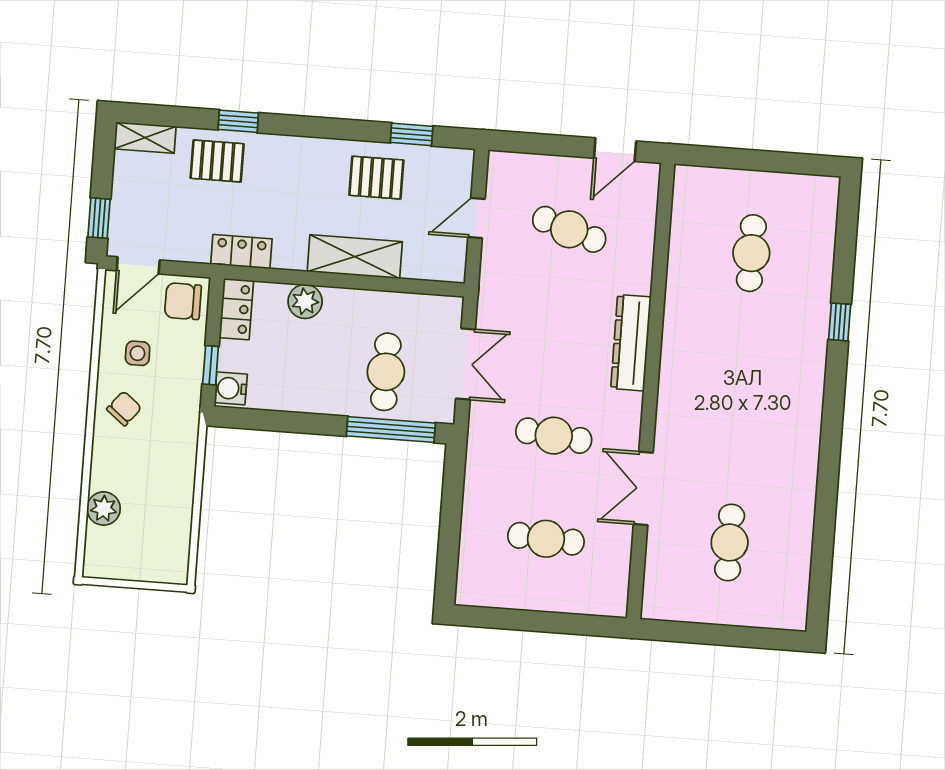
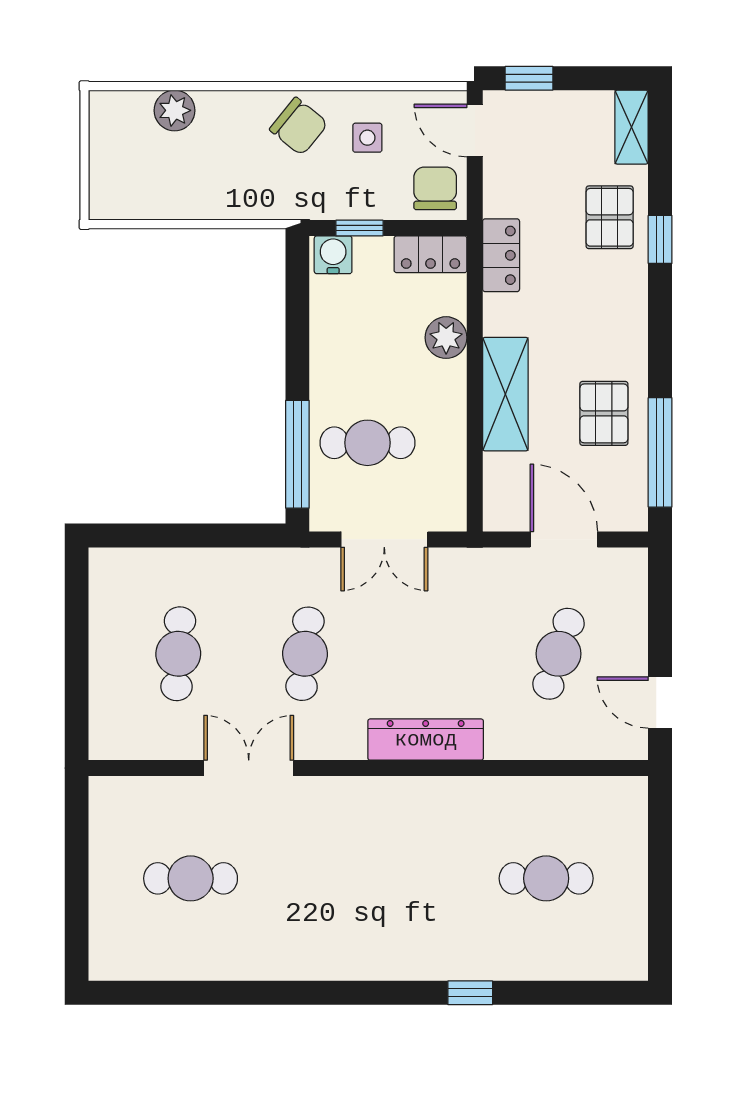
window: (412, 134) -> (660, 452), width x2.17
door: (477, 218) -> (564, 539), width x1.38
chair: (124, 408) -> (299, 126), width x1.37, depth x1.37

